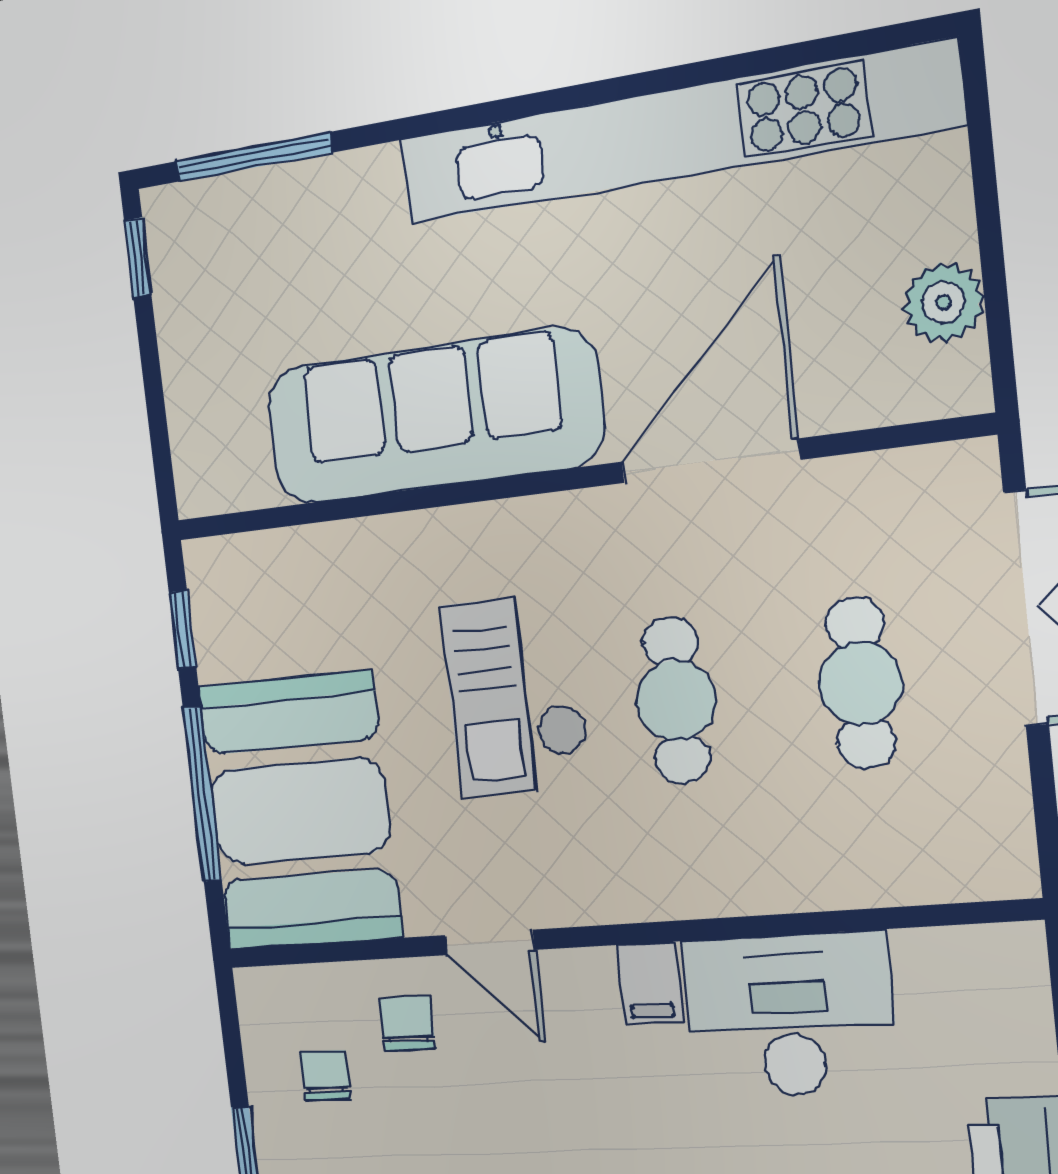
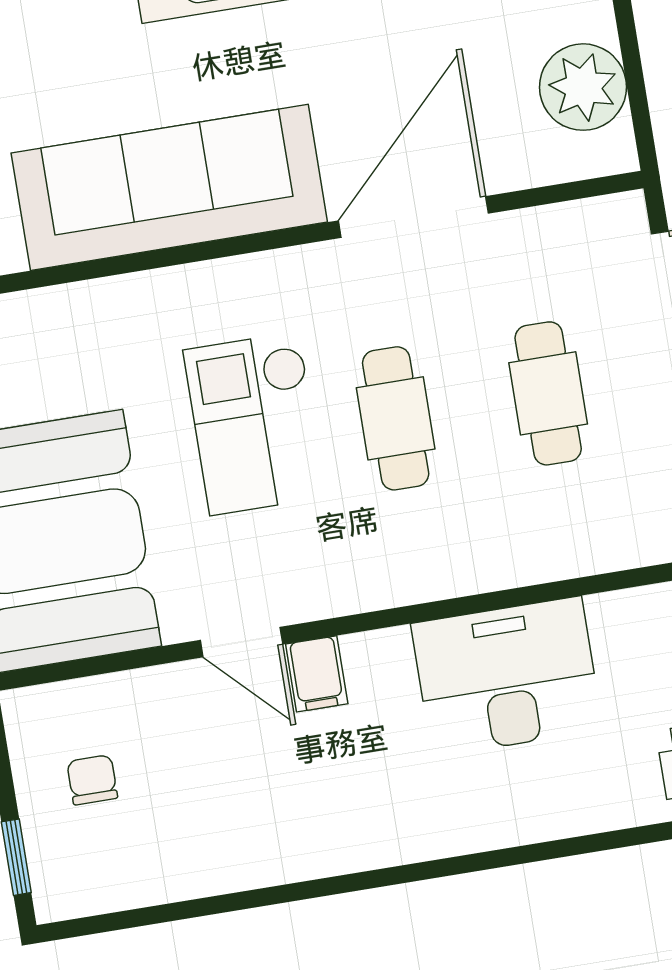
plant: (943, 302) -> (583, 87), width x1.36, depth x1.36
filing cabinet: (650, 983) -> (317, 674), moved
chair: (407, 1023) -> (168, 723), removed

